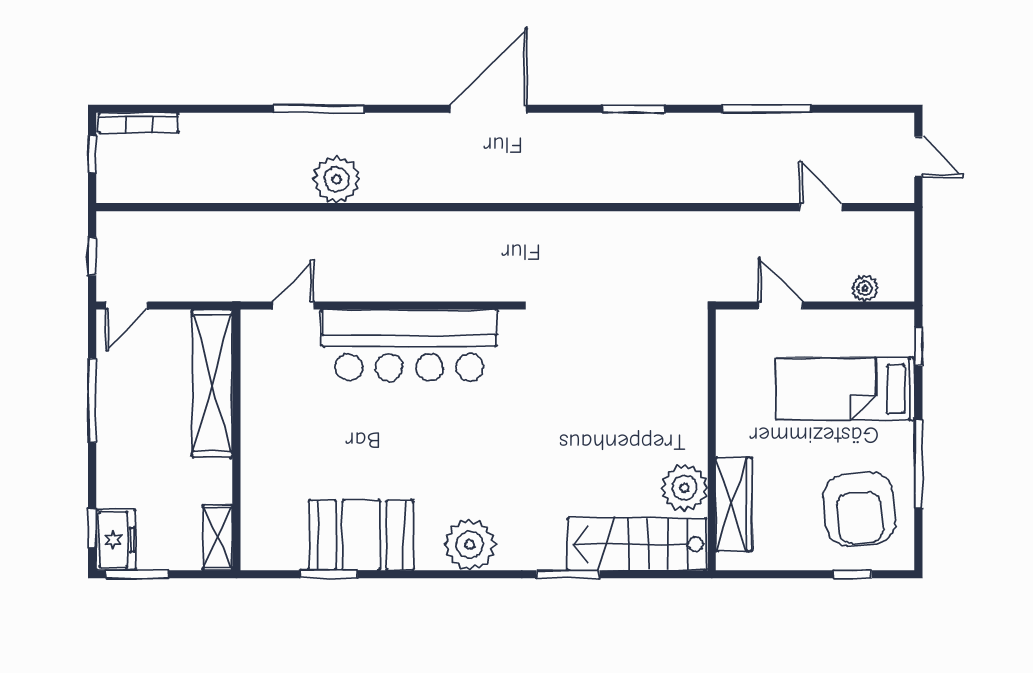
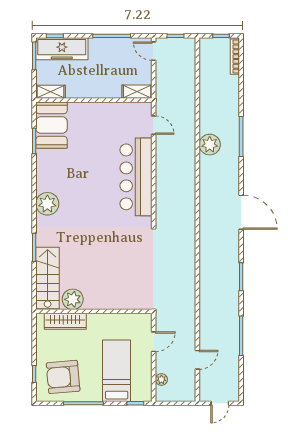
shelving: (212, 383) -> (137, 92), width x0.45, depth x0.75
booth: (361, 535) -> (52, 125), moved
freezer: (116, 540) -> (62, 49), width x1.91, depth x1.26

